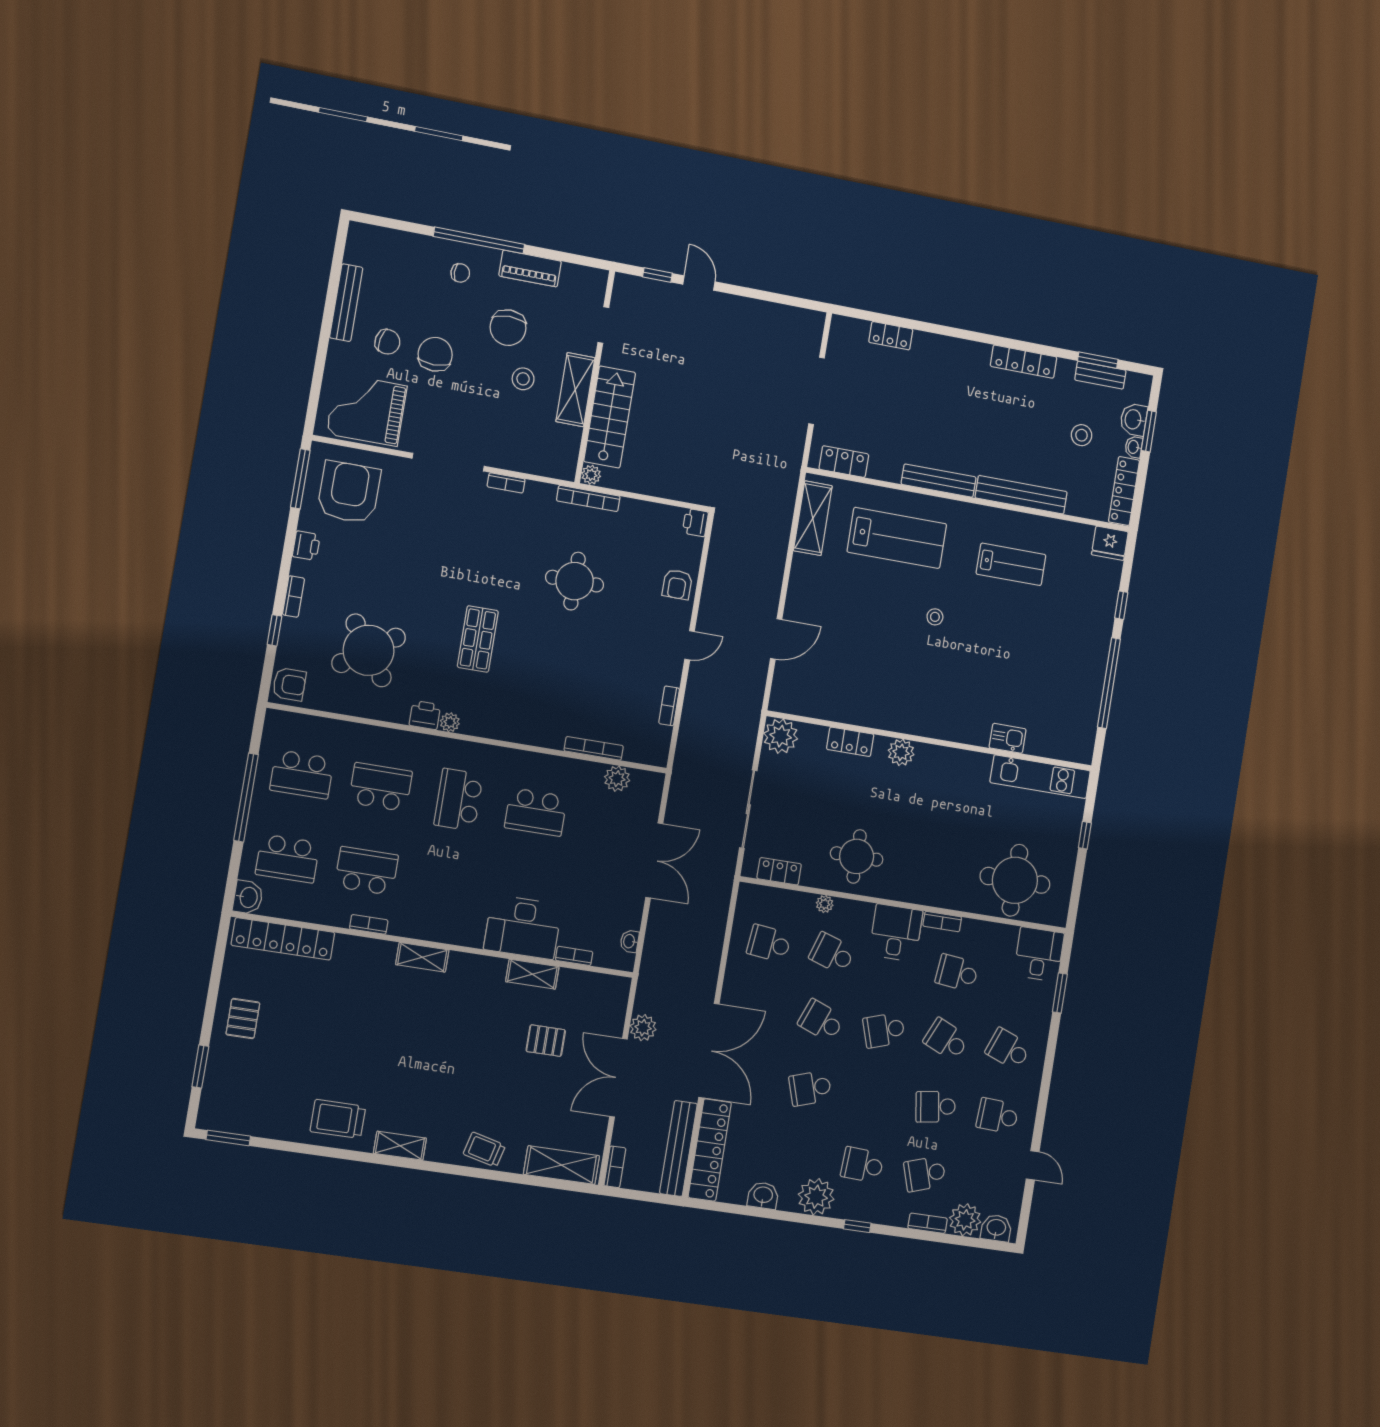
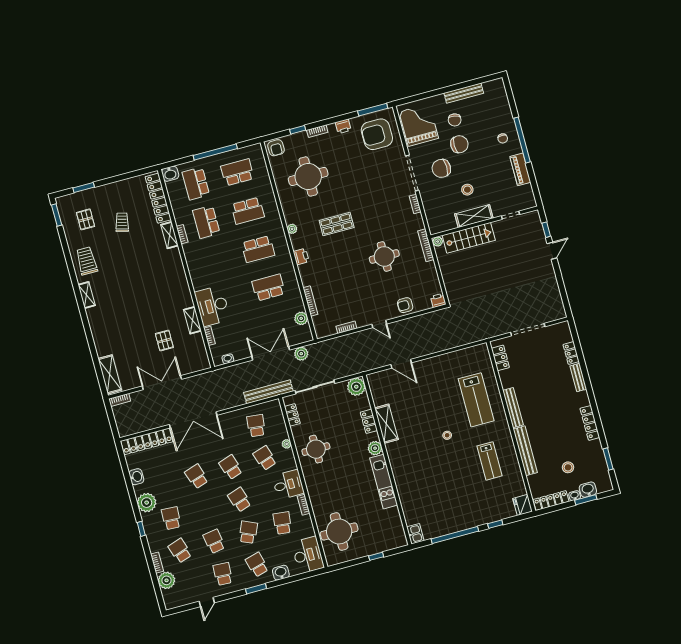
chair: (508, 328) -> (441, 168), moved
bench: (1100, 375) -> (578, 378), moved
armchair: (349, 492) -> (377, 134), turned 180
shelving: (813, 518) -> (386, 424), moved, turned 90
round table: (369, 650) -> (308, 176), turned 35
printer: (425, 715) -> (301, 257), moved
kitchen sink: (1008, 738) -> (415, 534), moved
school desk: (302, 774) -> (237, 172), turned 90
kitchen unit: (1040, 777) -> (384, 482), moved
school desk: (381, 787) -> (248, 211), turned 90
school desk: (458, 800) -> (258, 249), turned 180
school desk: (536, 812) -> (268, 288), turned 90
double door: (654, 861) -> (271, 353), swing flipped
school desk: (366, 871) -> (206, 222), turned 180
school desk: (832, 953) -> (265, 458), turned -36
desk: (1039, 954) -> (308, 555), width x1.37
shelving: (422, 957) -> (170, 235), moved
window: (1060, 993) -> (256, 589), moved
pallet: (243, 1019) -> (85, 219), moved, turned 90
school desk: (821, 1021) -> (231, 467), turned -39
plant: (643, 1028) -> (301, 354), moved
school desk: (1008, 1049) -> (257, 565), turned -36
bench: (678, 1149) -> (268, 392), moved
trolley: (484, 1150) -> (122, 222), moved
washbasin: (996, 1228) -> (281, 573), moved, turned -90

